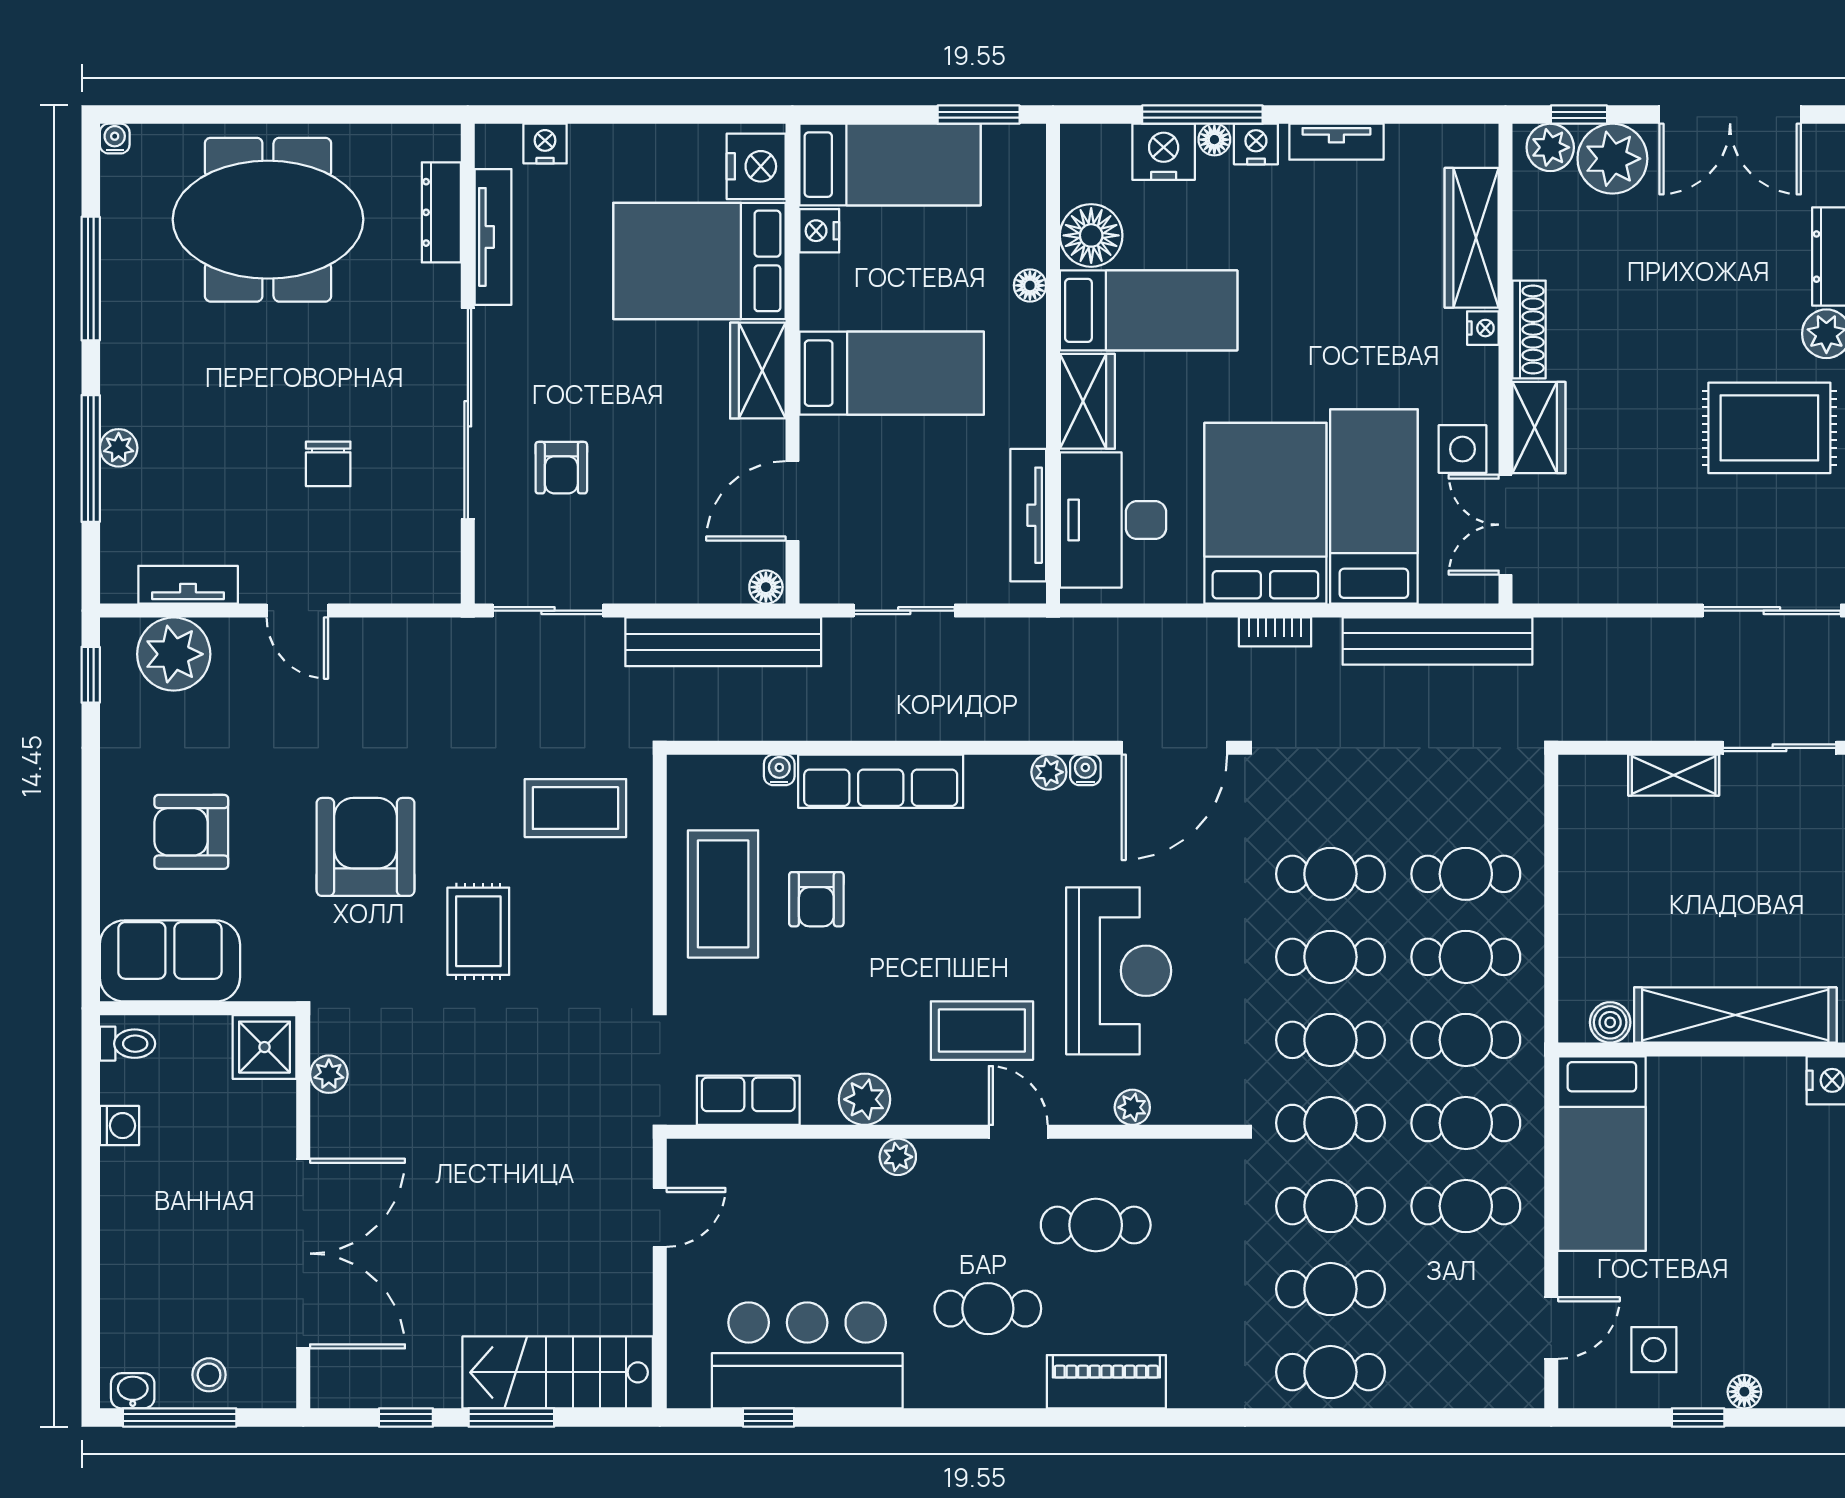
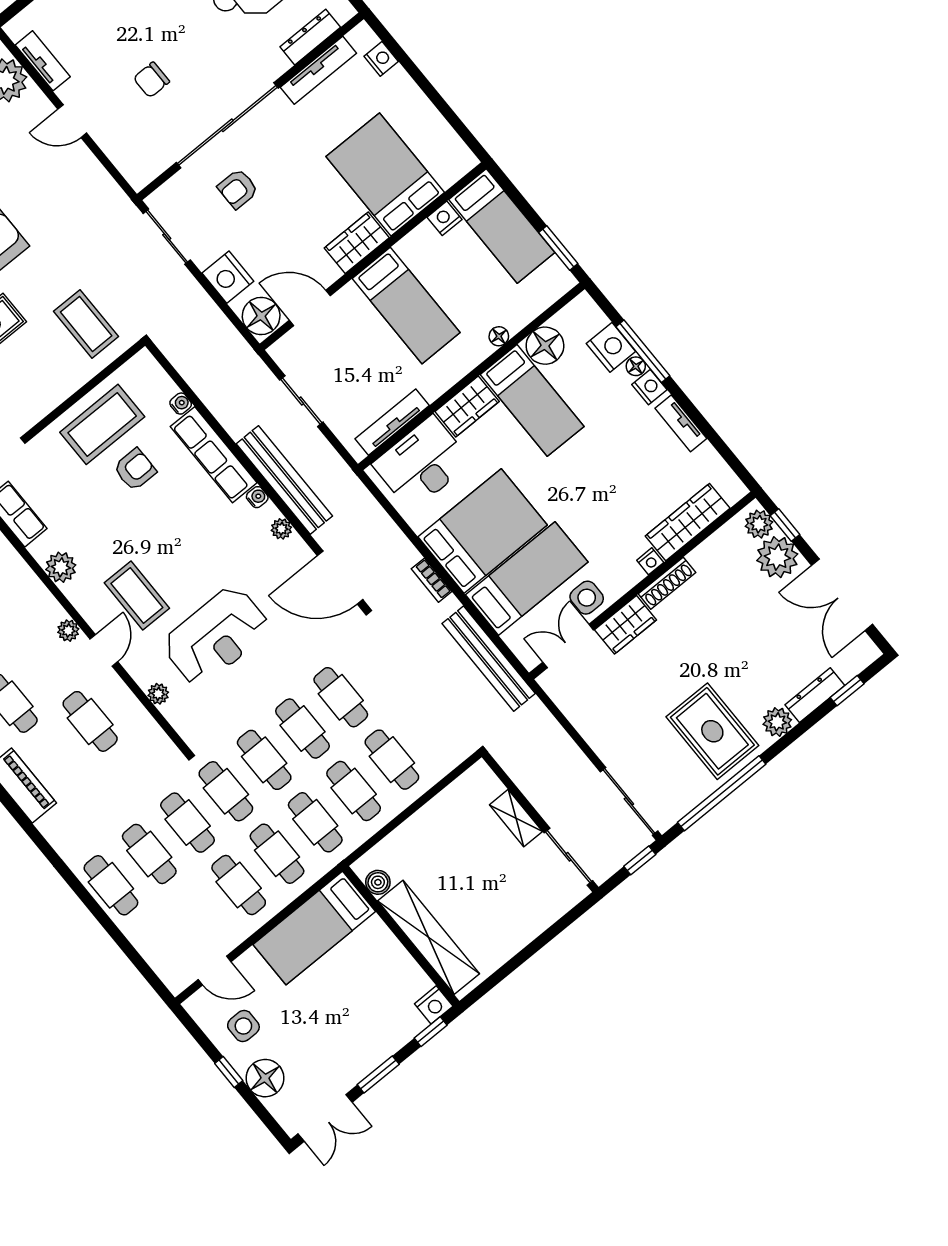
nightstand: (756, 166) -> (228, 277), moved, turned 90
floor lamp: (766, 587) -> (261, 316), width x1.89, depth x1.89
door: (297, 611) -> (72, 121), hinge flipped
bench: (723, 642) -> (284, 480), moved
water cooler: (1085, 770) -> (257, 497), moved
armchair: (816, 899) -> (135, 469), turned 180
plant: (898, 1157) -> (68, 631), moved
floor lamp: (1744, 1392) -> (265, 1078), width x1.89, depth x1.89

